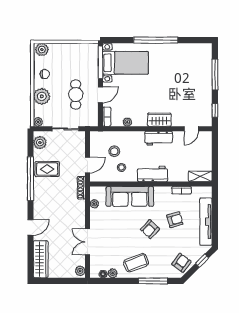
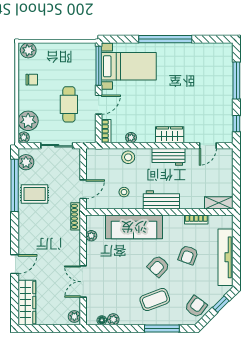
plant: (42, 96) -> (28, 121), moved
stool: (114, 151) -> (128, 157), moved
window: (31, 179) -> (15, 185), moved
armchair: (175, 220) -> (188, 255), turned 126
coffee table: (136, 263) -> (155, 300), moved

